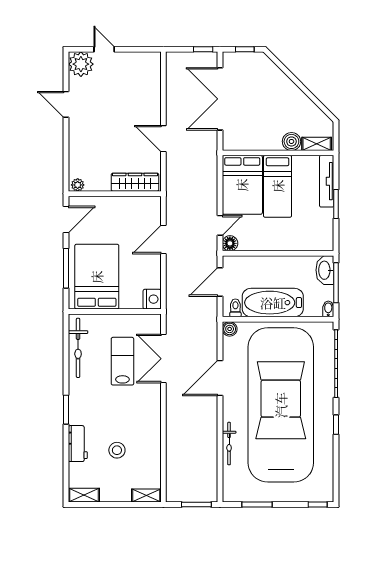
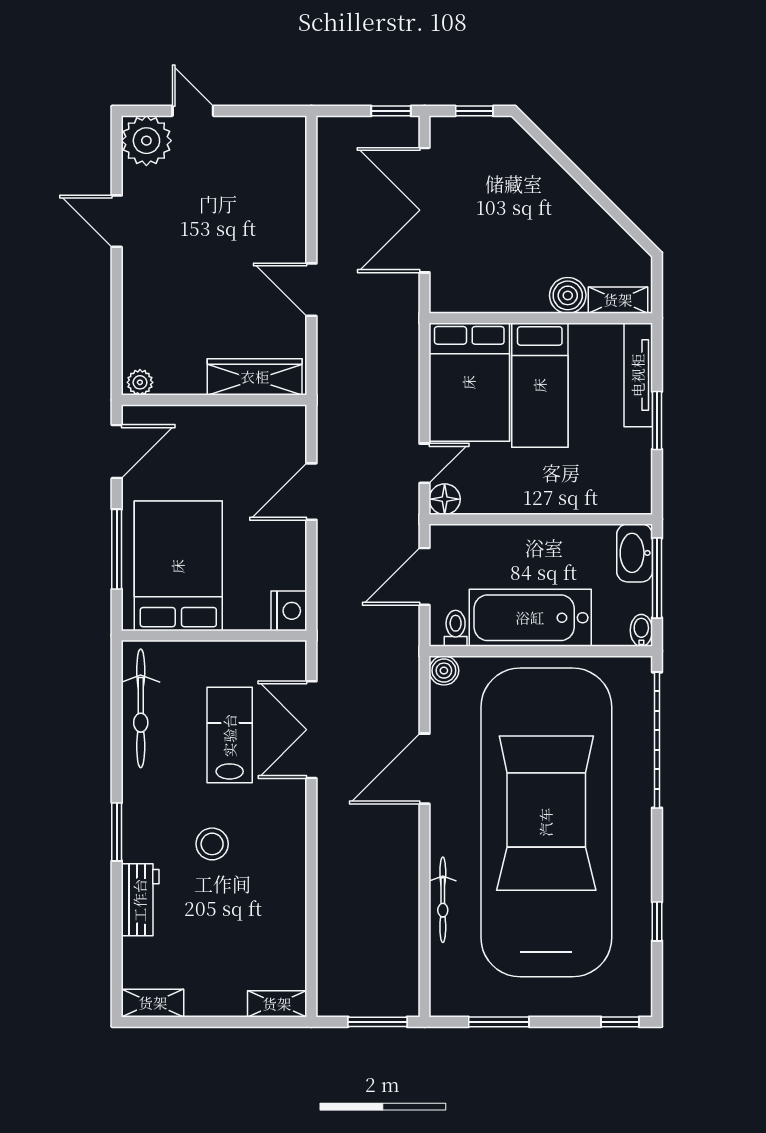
window: (336, 425) -> (657, 921), moved
stool: (117, 450) -> (212, 844), moved

